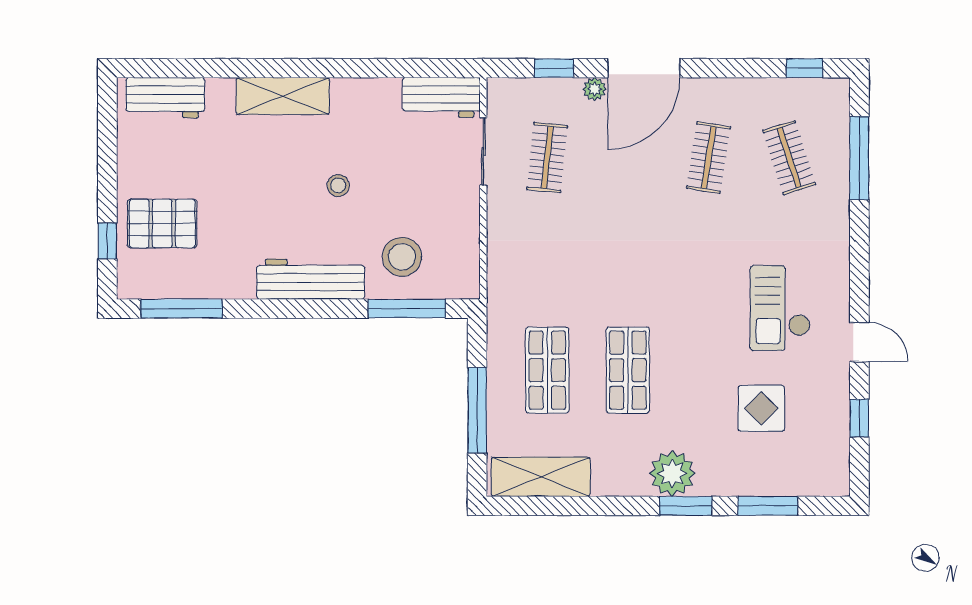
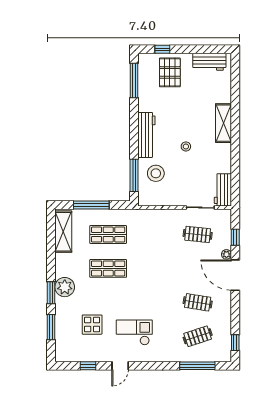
workbench: (165, 98) -> (209, 62), moved, turned -90

